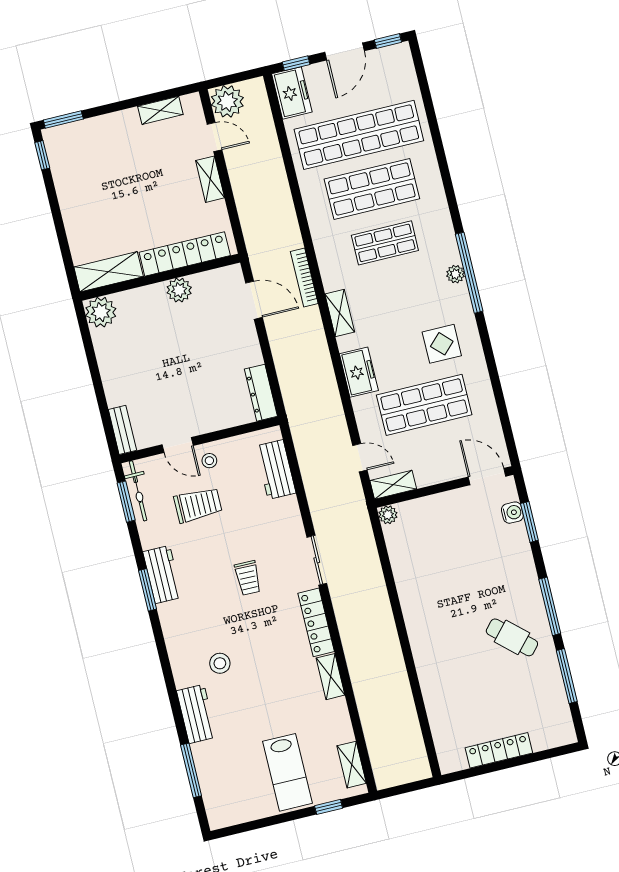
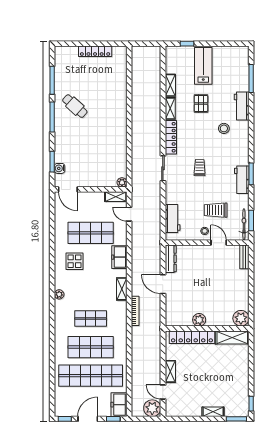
shelving: (160, 110) -> (213, 412), moved
window: (469, 273) -> (52, 293), removed
door: (254, 300) -> (163, 284), moved
pallet: (275, 700) -> (201, 103), added
shelving: (352, 765) -> (170, 85), moved

